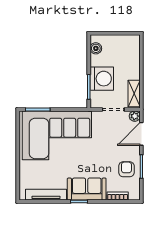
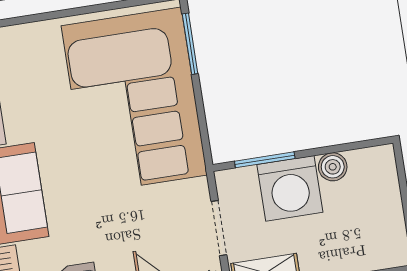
boiler: (96, 48) -> (333, 167), moved

